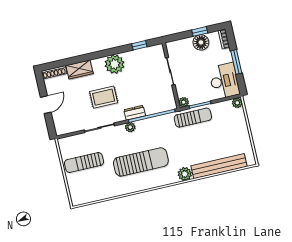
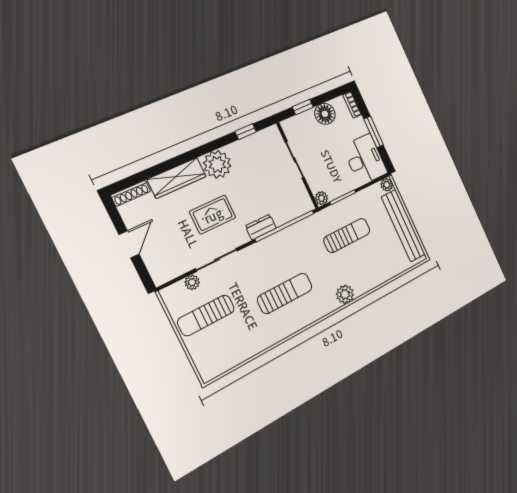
window: (200, 31) -> (303, 107), moved
wardrobe: (80, 69) -> (177, 178), width x1.50
sun lounger: (193, 118) -> (347, 235), moved
plant: (130, 127) -> (192, 282), moved
sun lounger: (141, 162) -> (285, 293), width x0.73, depth x0.75
bench: (219, 166) -> (403, 226), moved, turned 90

